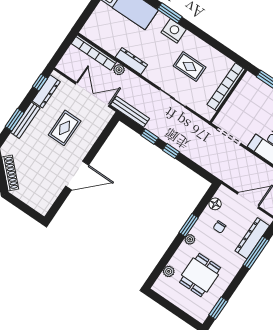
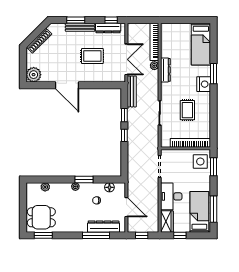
side table: (253, 90) -> (200, 161), added
plant: (42, 203) -> (34, 75), added
dining table: (200, 275) -> (41, 217), moved

